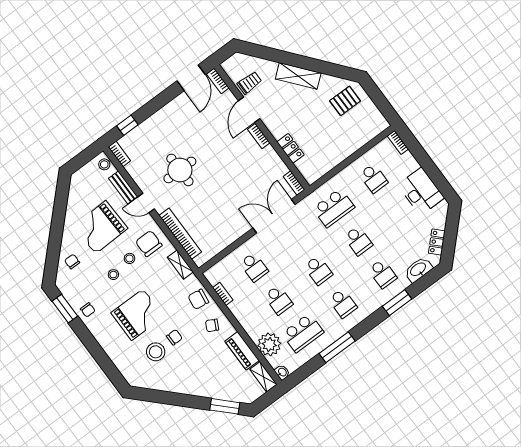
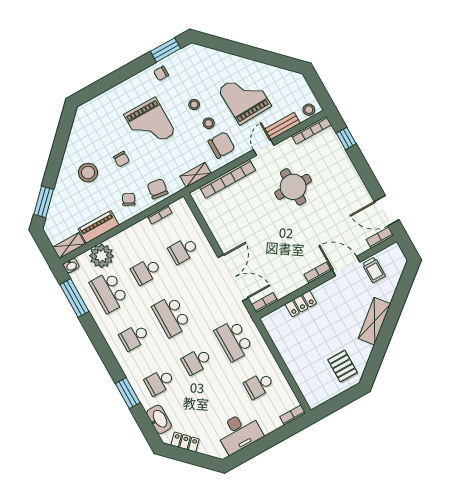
bookcase: (119, 154) -> (311, 130), width x1.56
chair: (72, 262) -> (213, 64), removed
school desk: (318, 270) -> (171, 316), width x1.85
window: (337, 347) -> (74, 298), moved
stool: (156, 352) -> (88, 173), moved

